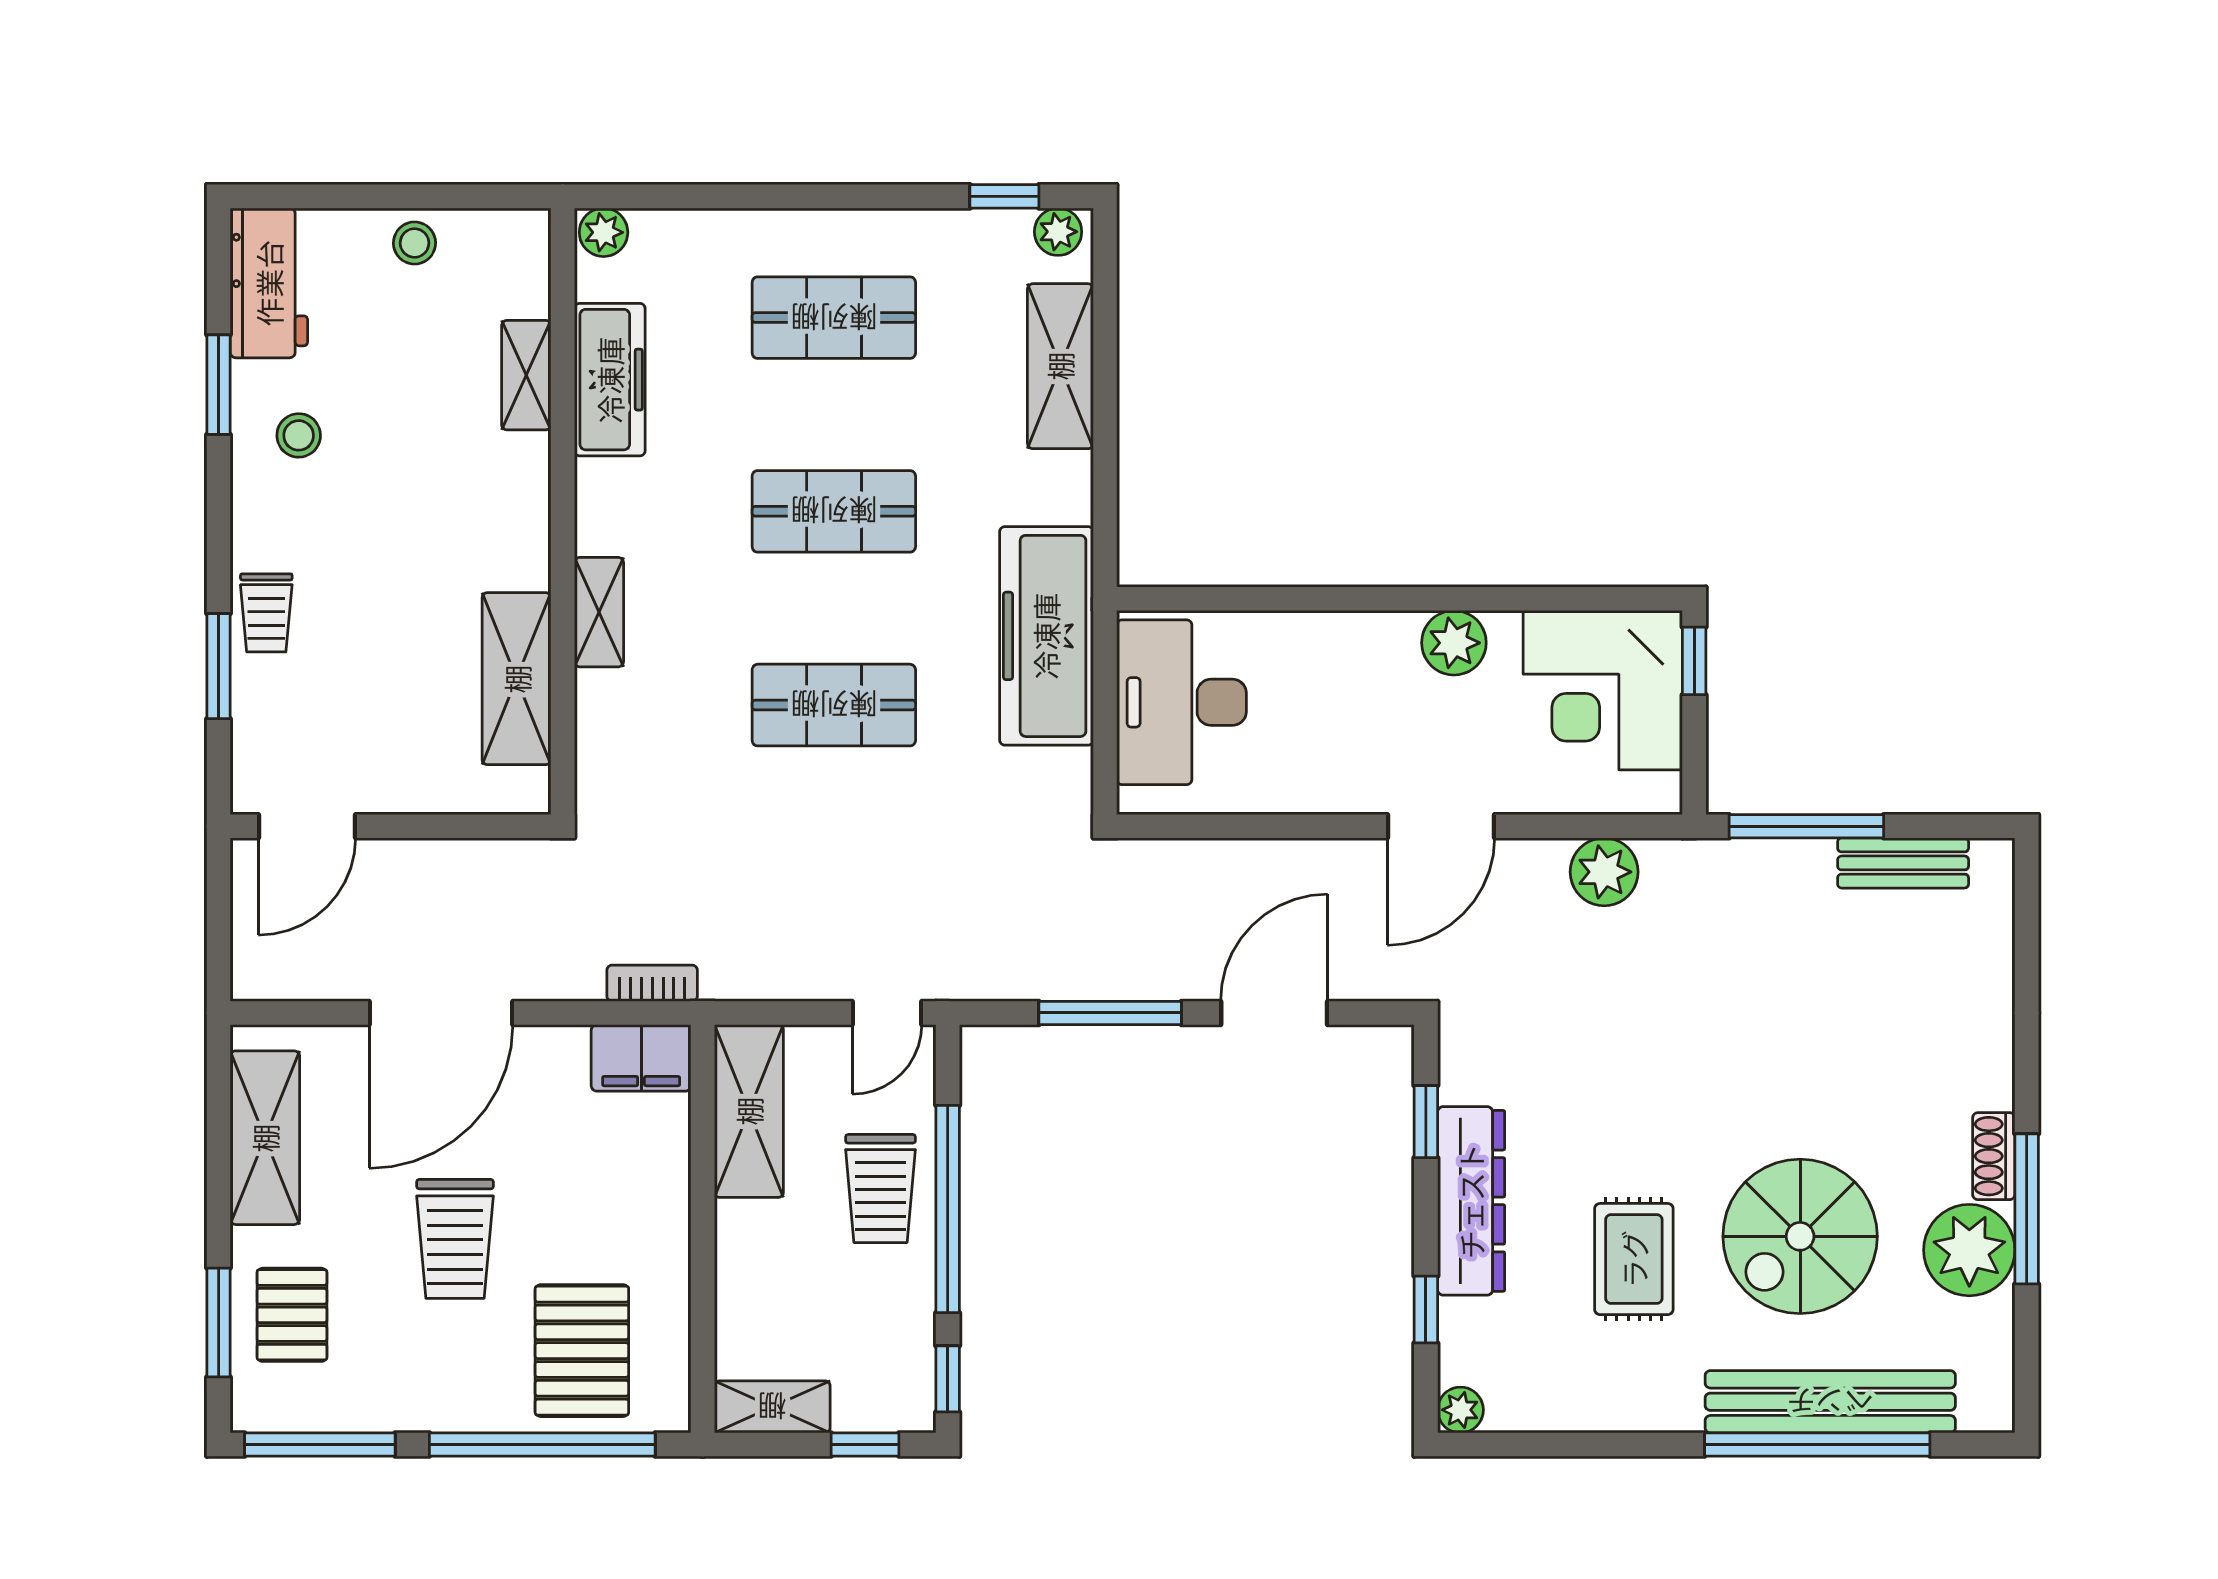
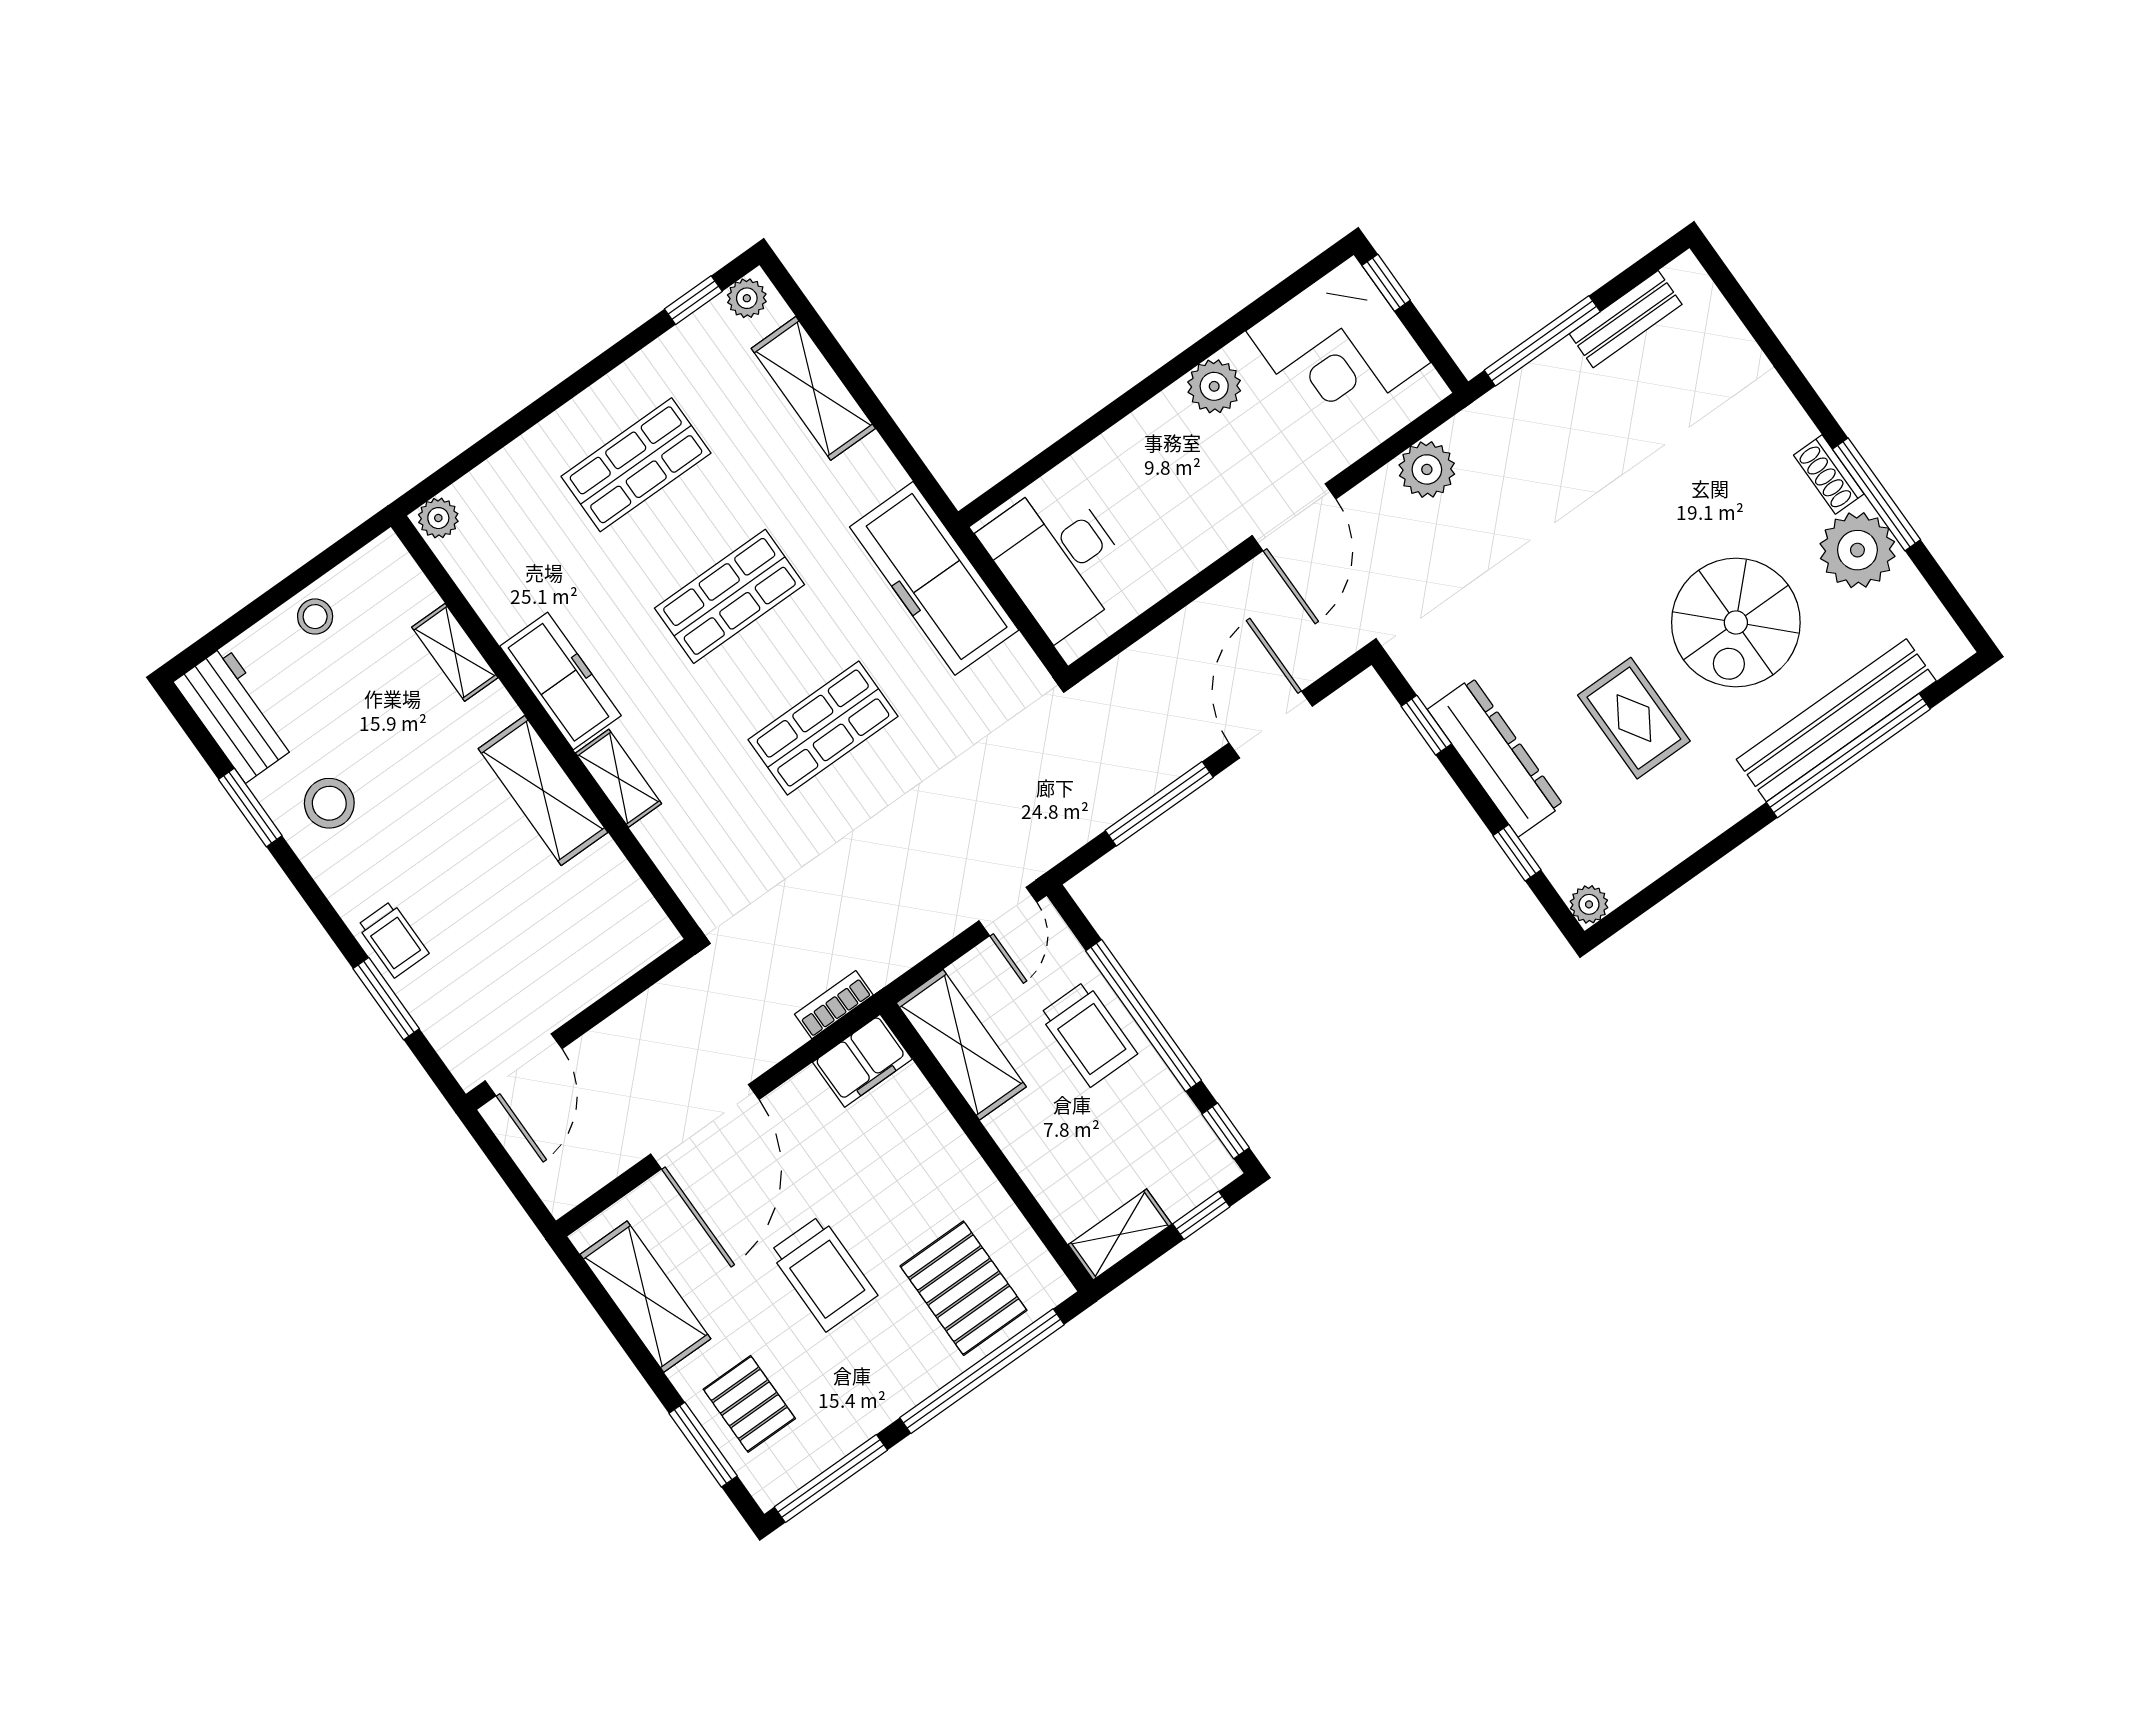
freezer: (610, 380) -> (560, 681), moved
stool: (299, 435) -> (329, 803), width x1.37, depth x1.37
shelving: (517, 679) -> (543, 790), moved

